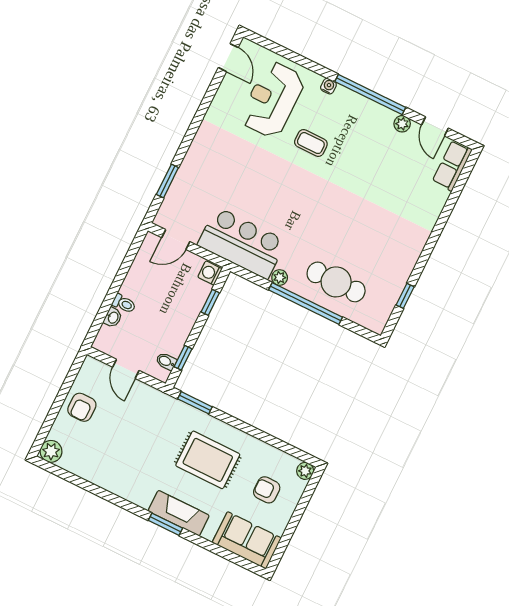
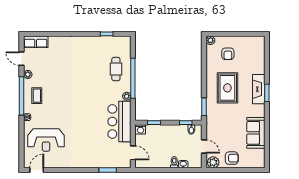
door: (435, 126) -> (21, 59), swing flipped
coffee table: (311, 143) -> (37, 96), moved
cafe table: (336, 282) -> (116, 69), width x0.73, depth x0.74
door: (126, 369) -> (204, 146), hinge flipped
plant: (51, 451) -> (213, 162), moved
sofa: (247, 540) -> (256, 133), moved

